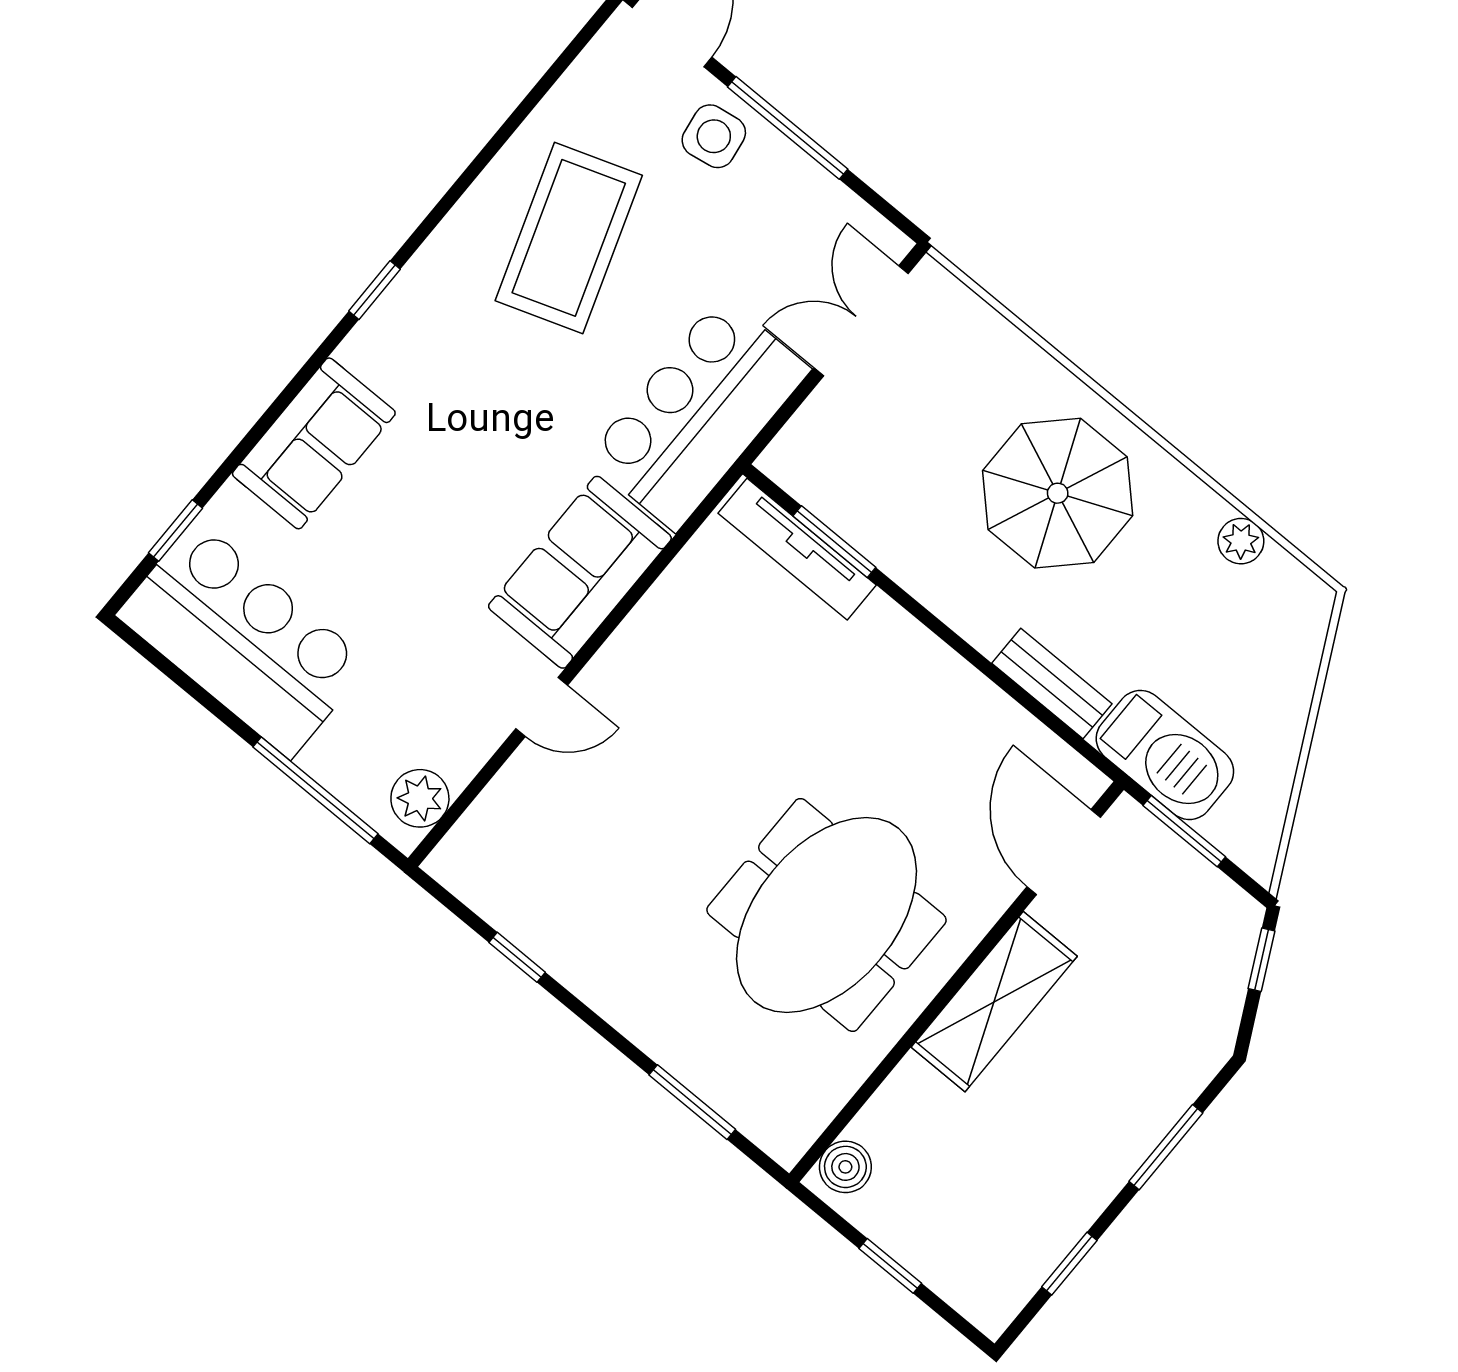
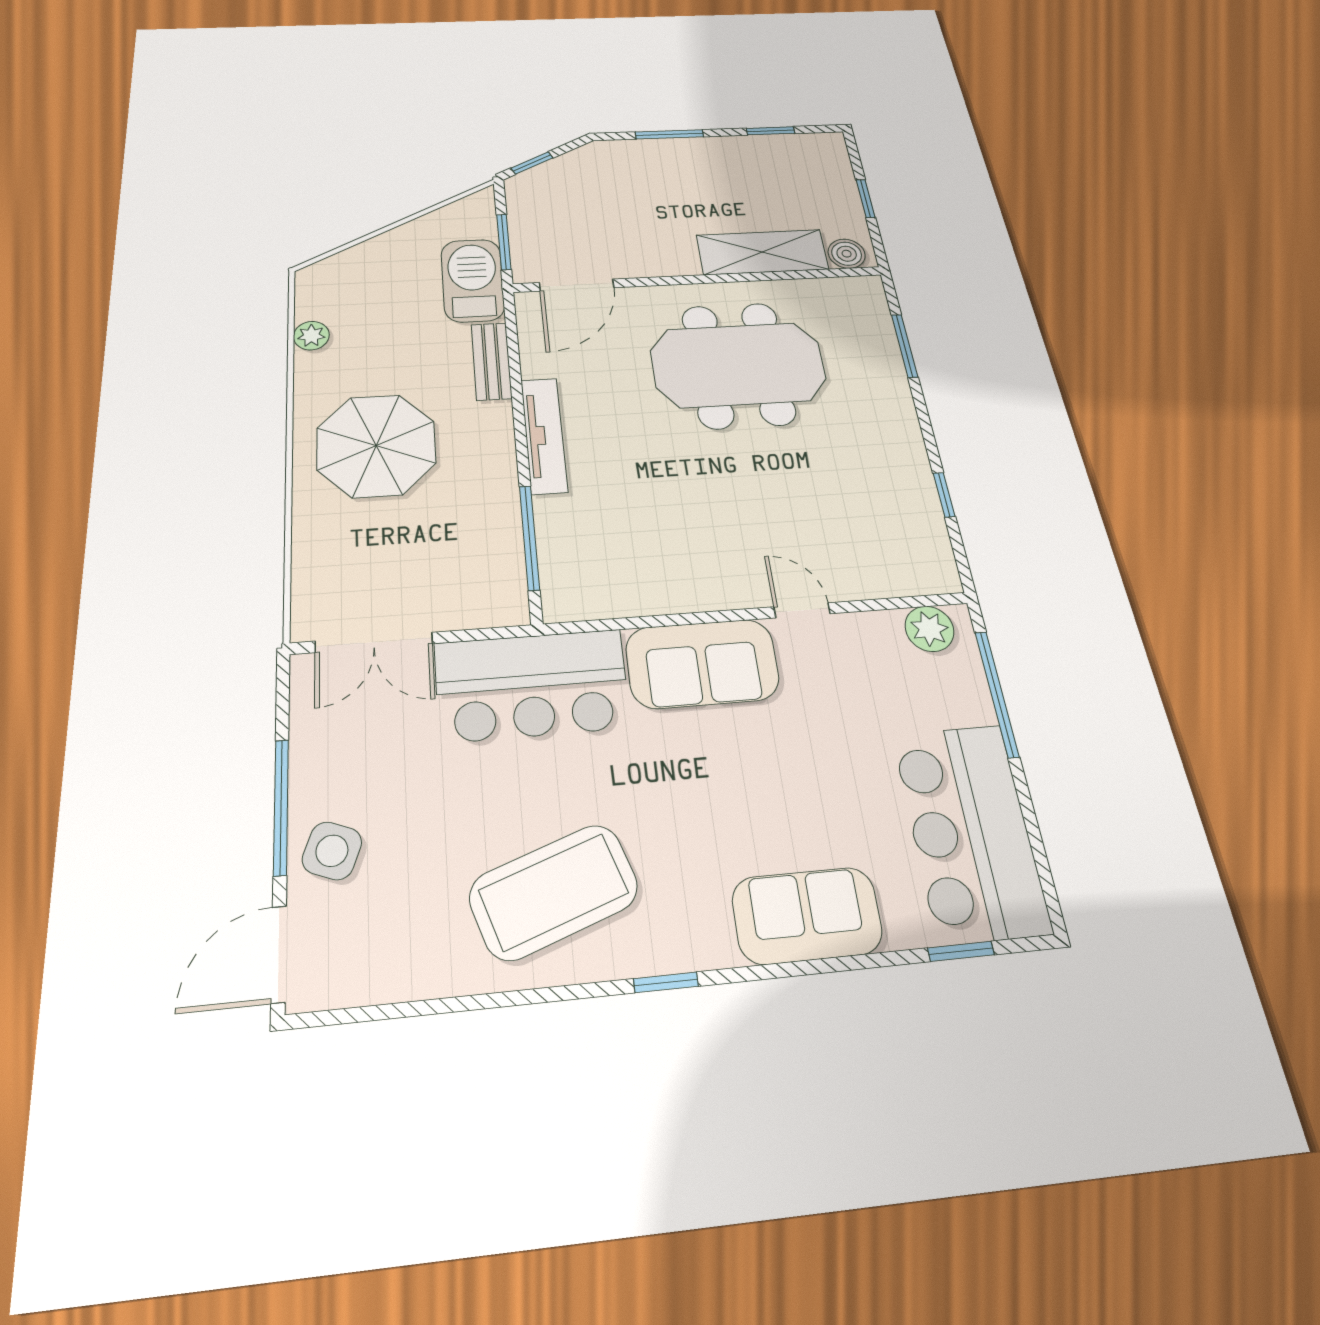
side table: (714, 136) -> (332, 851), turned 30
coffee table: (569, 238) -> (554, 892), moved
window: (834, 542) -> (529, 537), width x1.44
tv unit: (797, 549) -> (544, 435), moved
shelving: (994, 1002) -> (762, 252), moved

